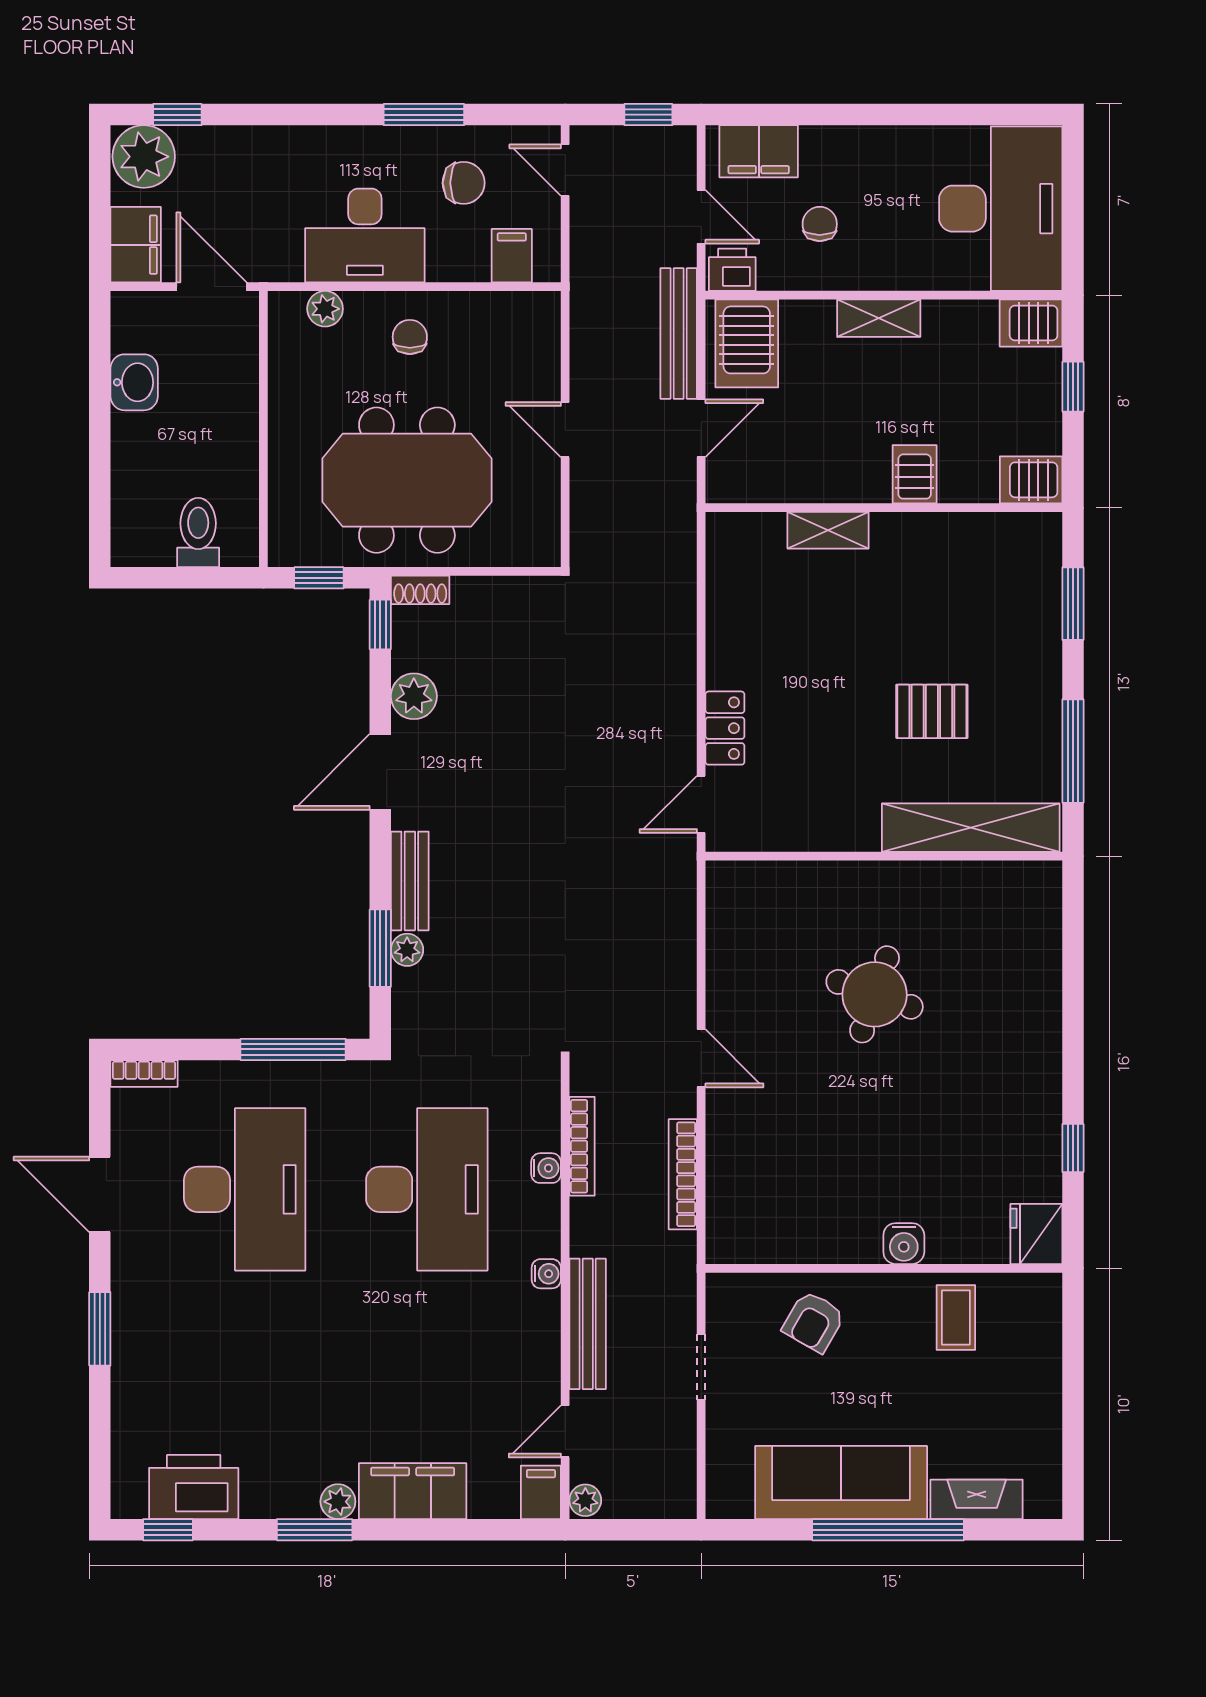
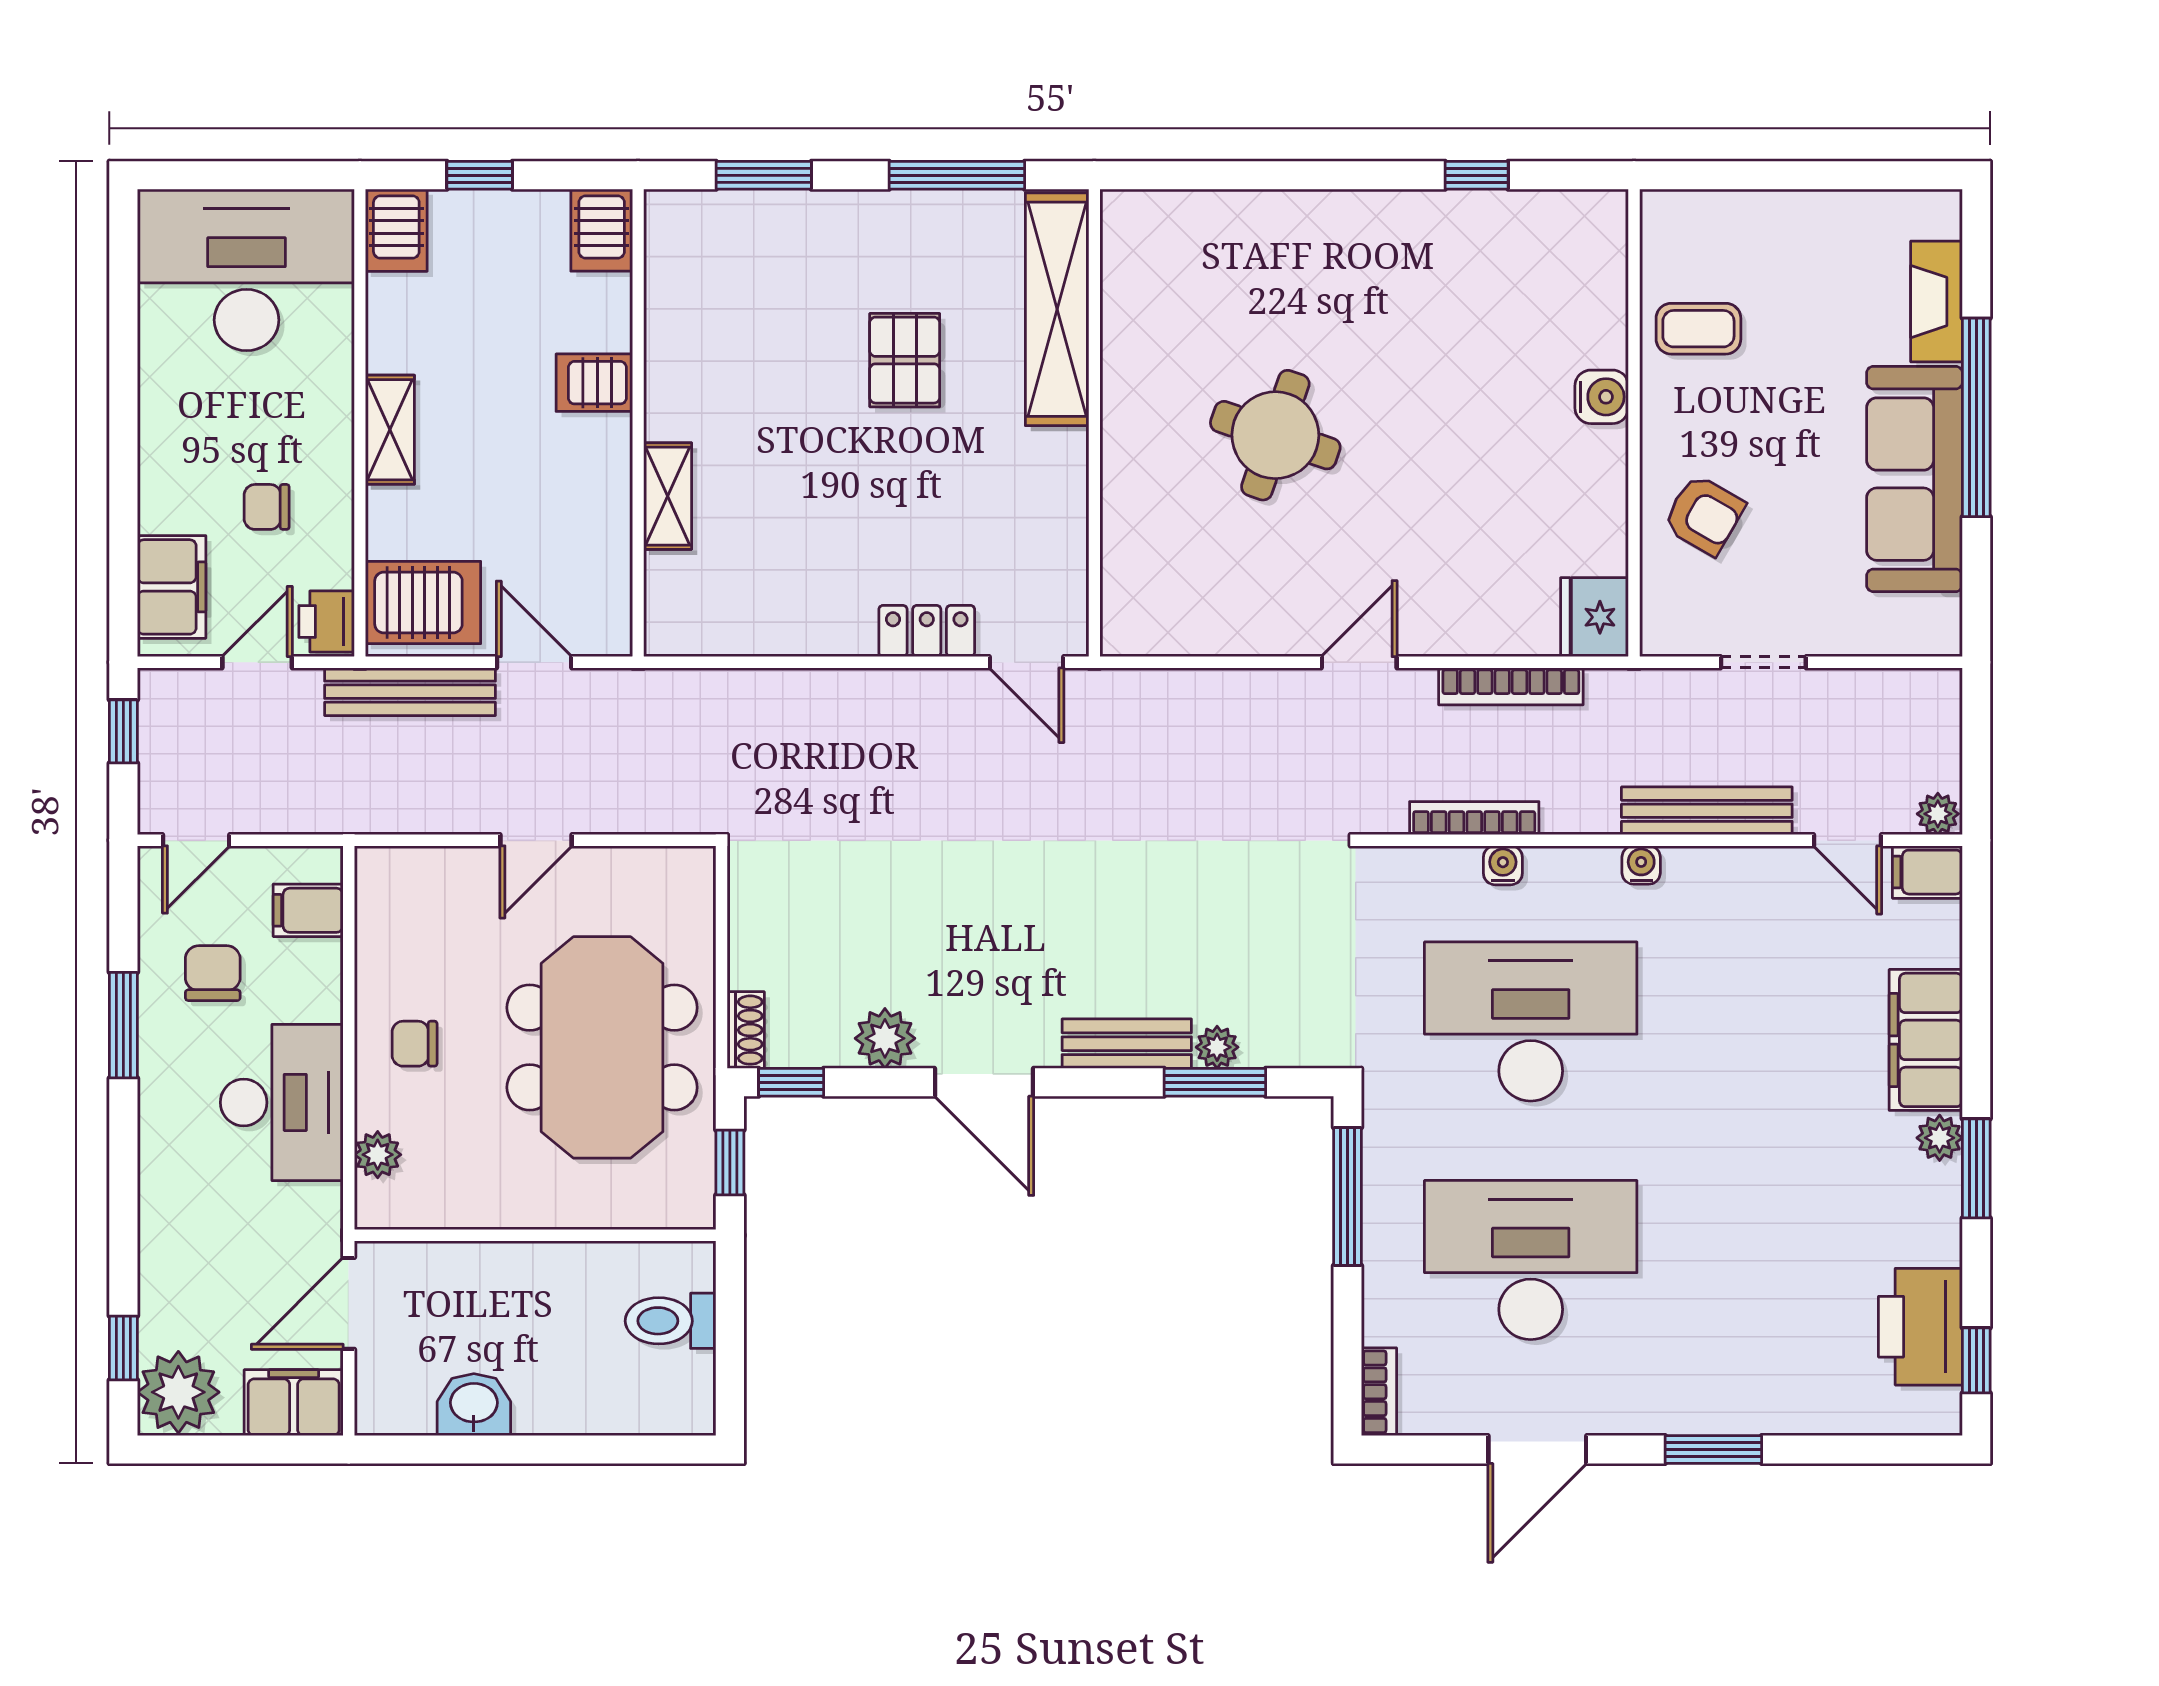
fridge: (1036, 1234) -> (1595, 617), moved, turned 90

